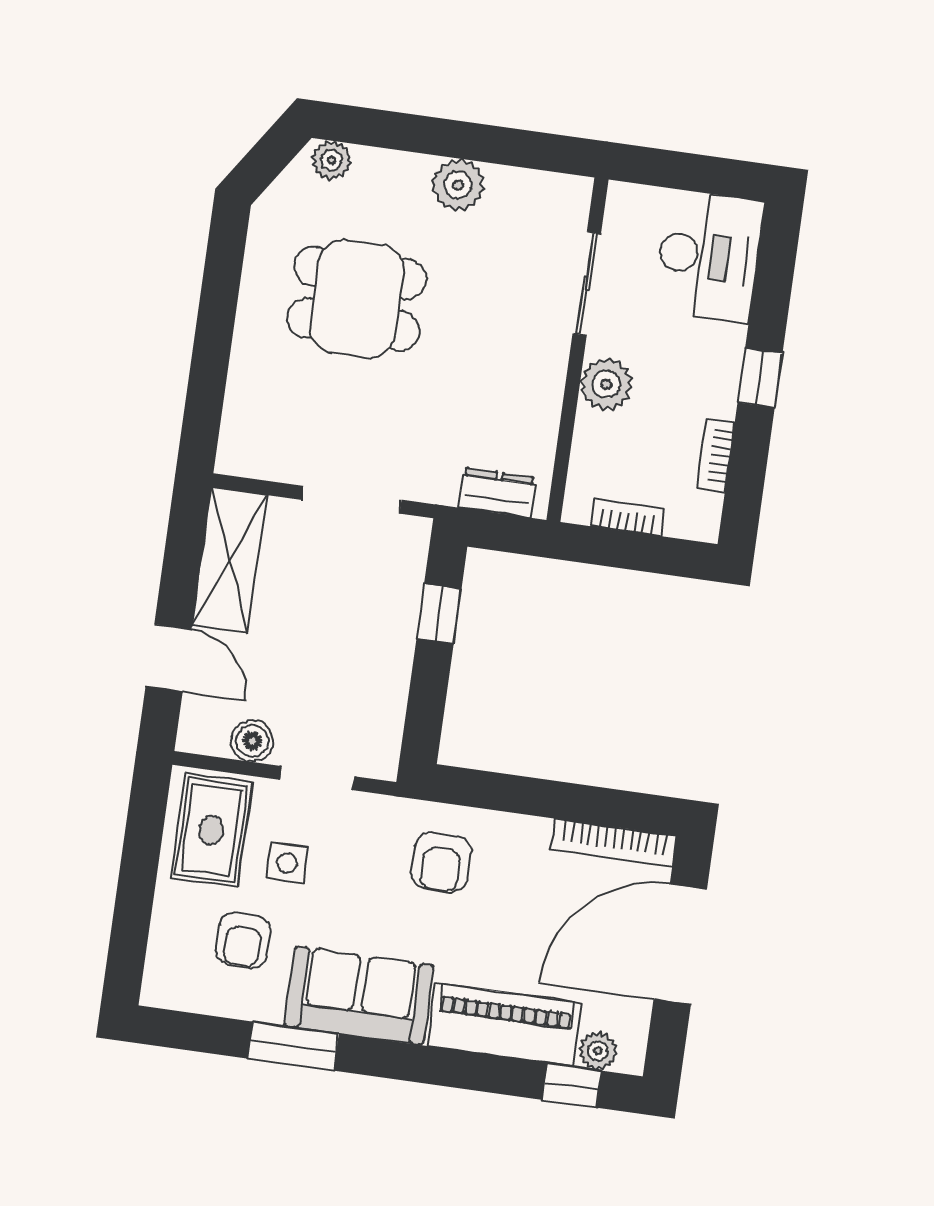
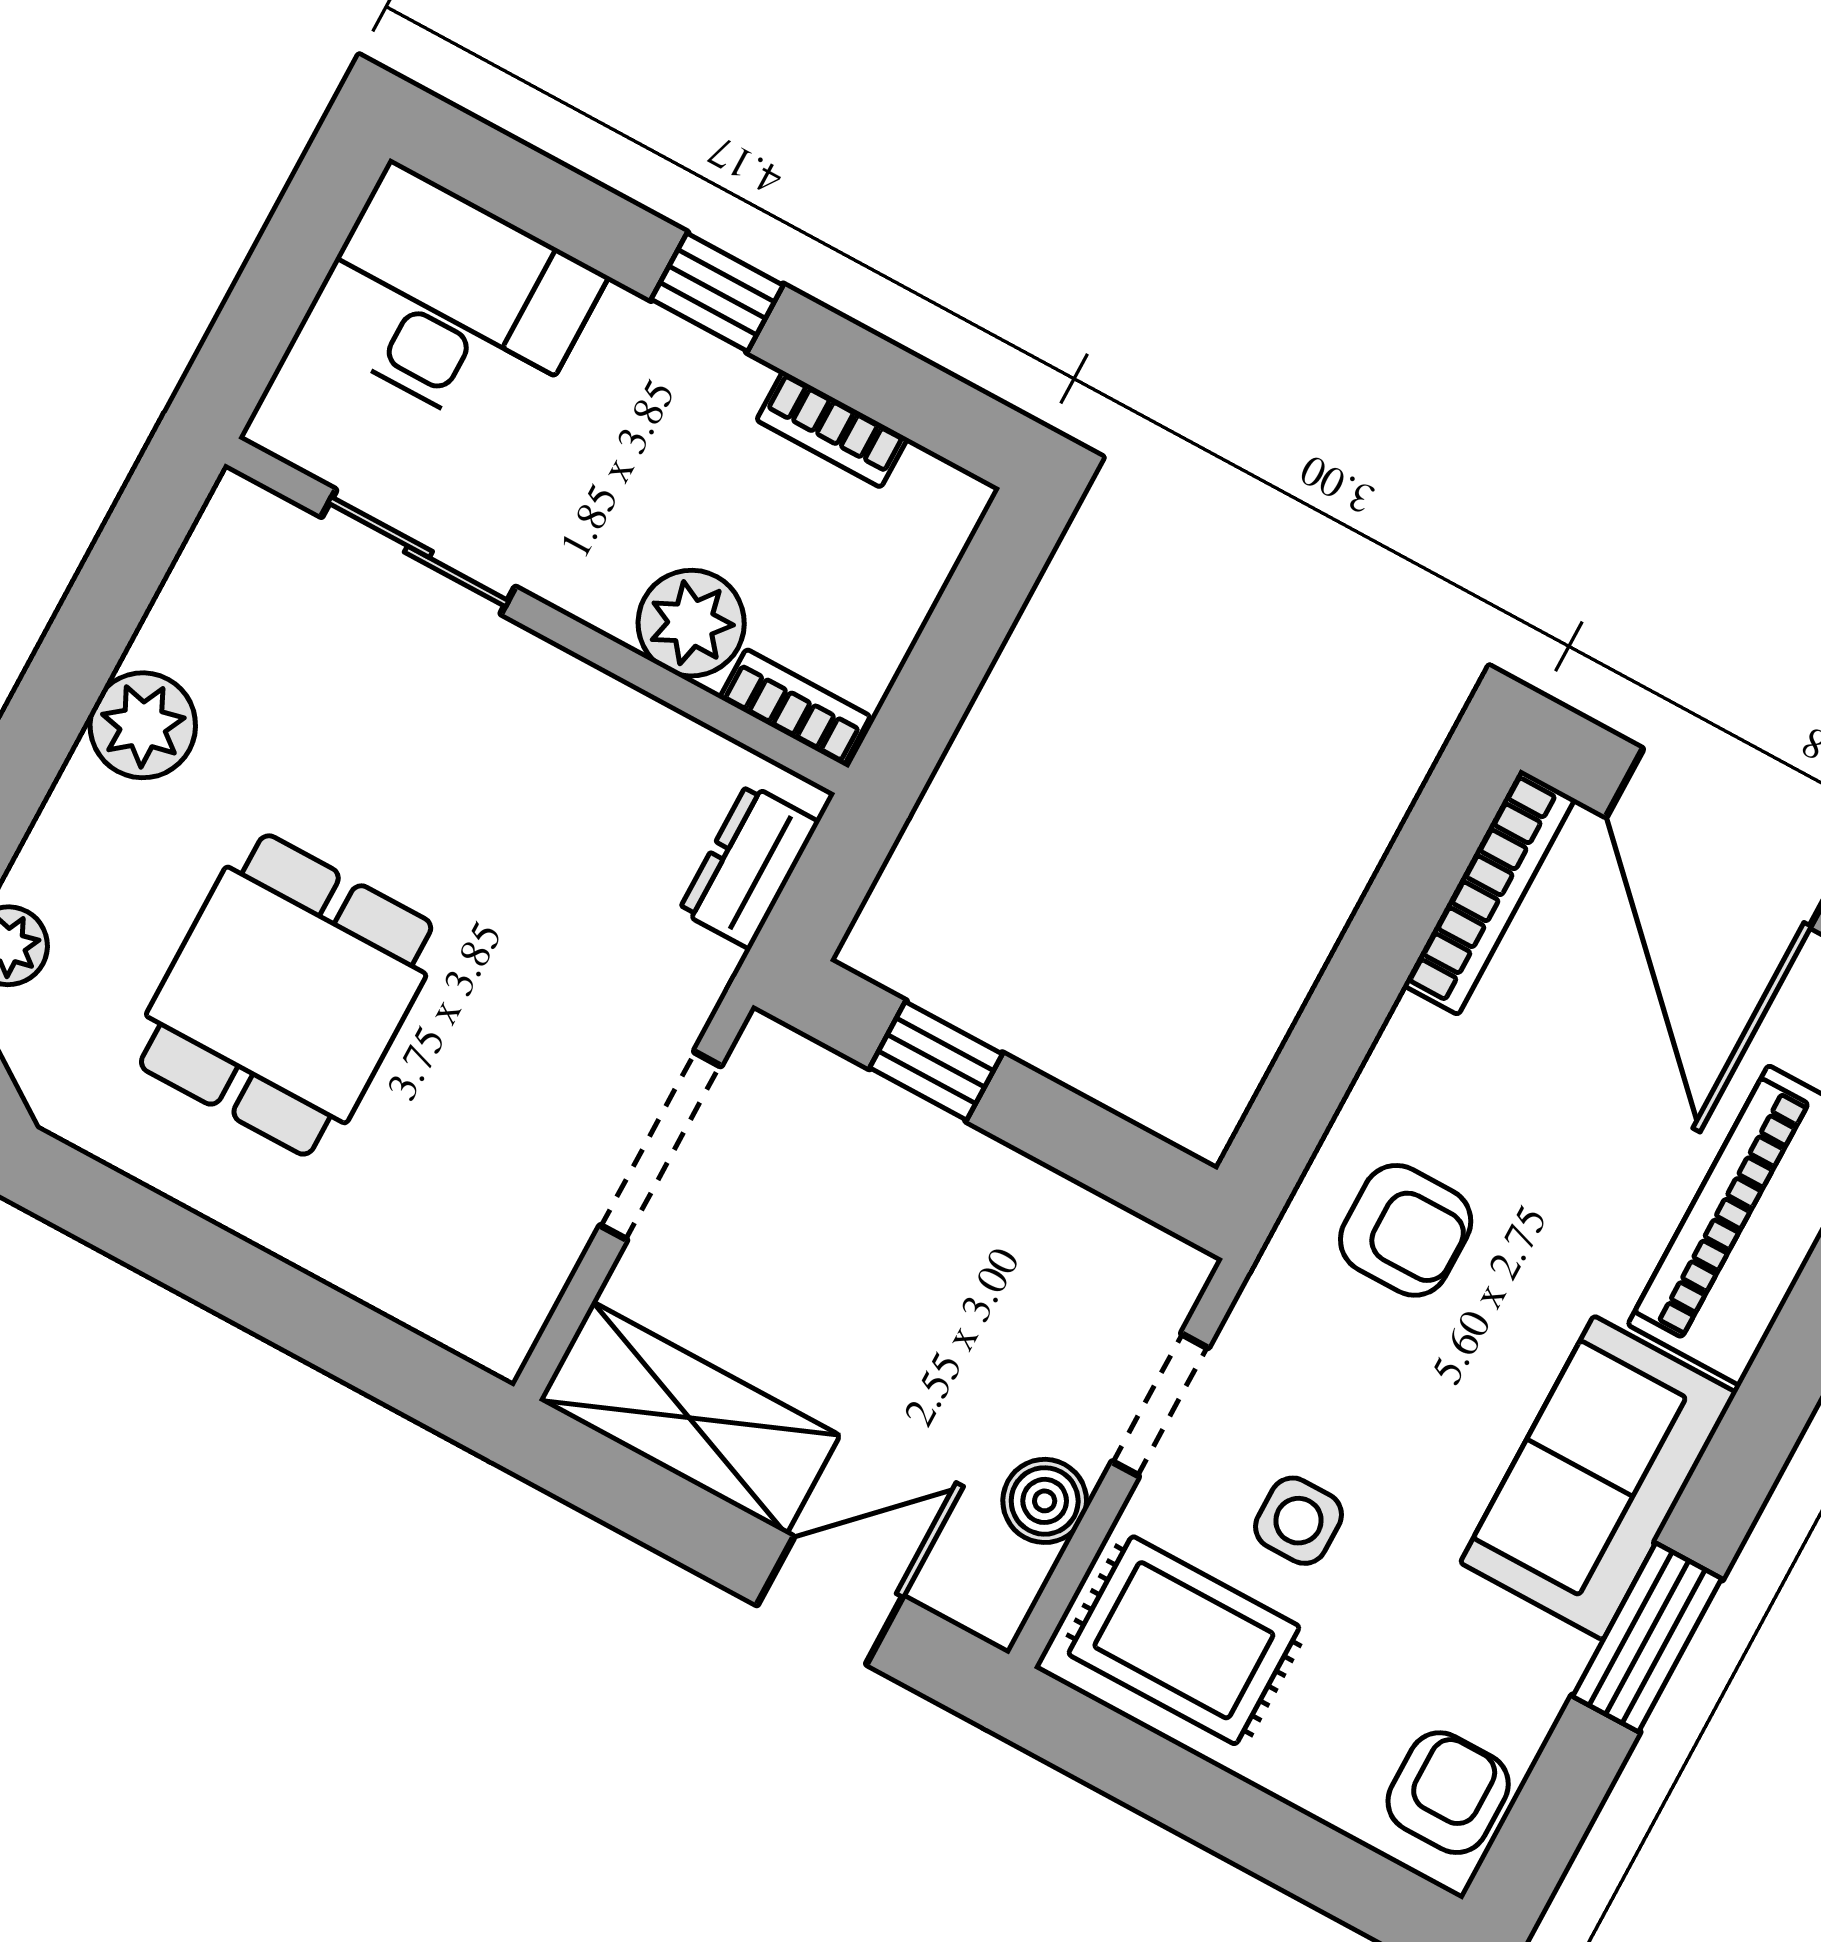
plant: (606, 384) -> (691, 623), moved
bookcase: (628, 517) -> (795, 707), moved, turned 90
armchair: (243, 940) -> (1448, 1793), moved, turned -92

